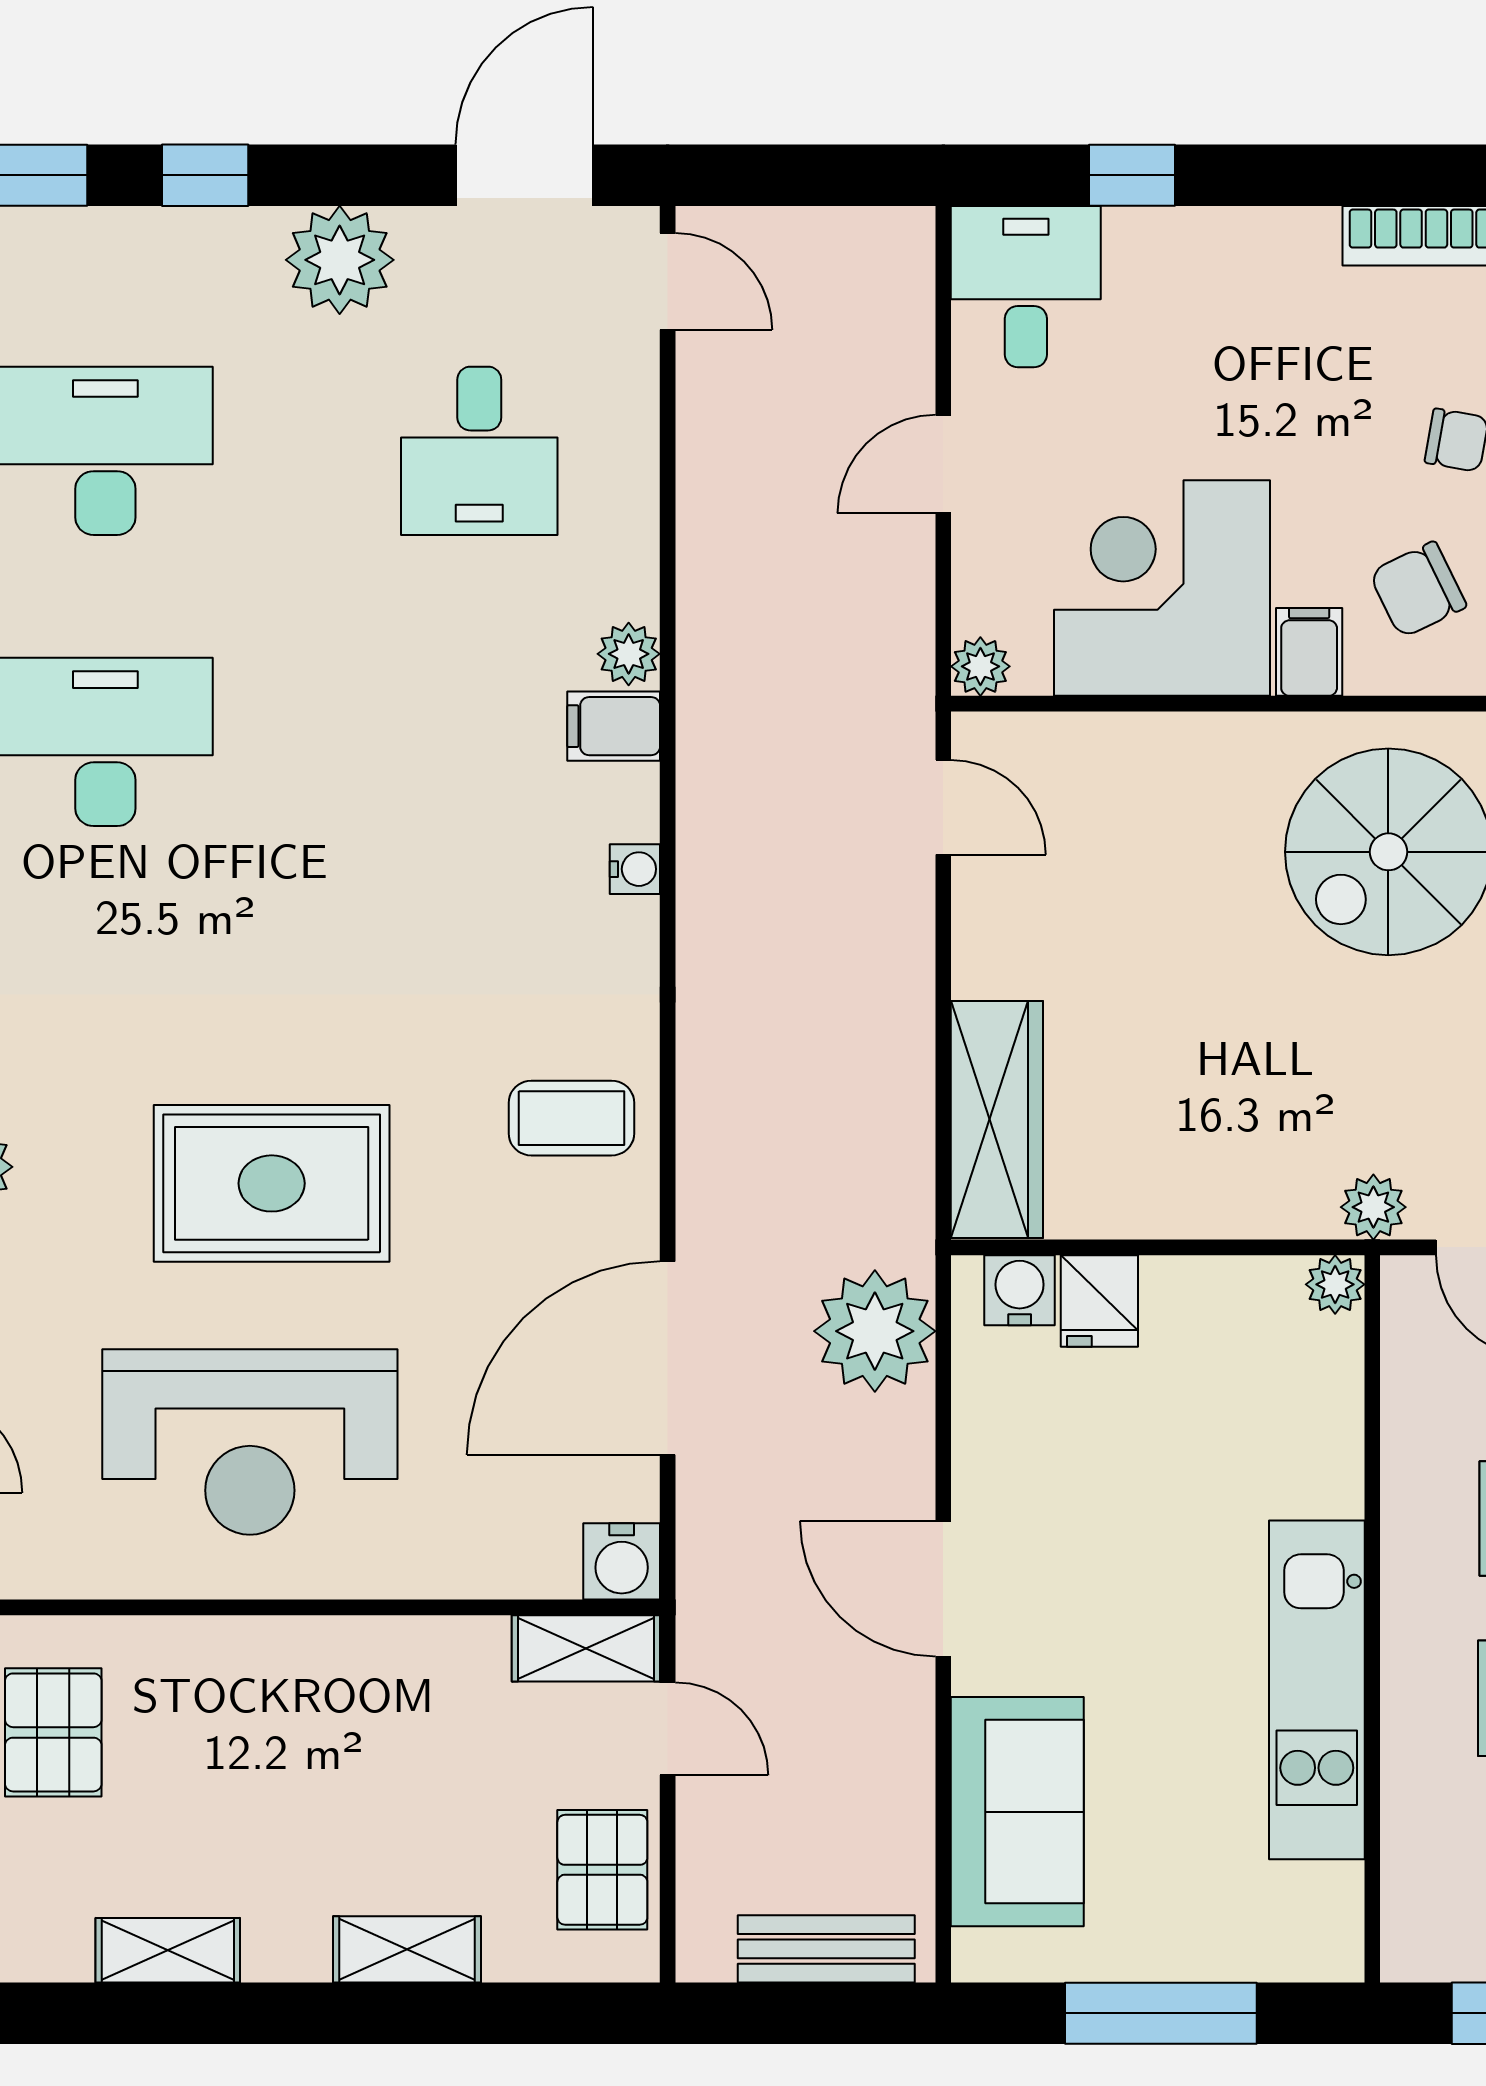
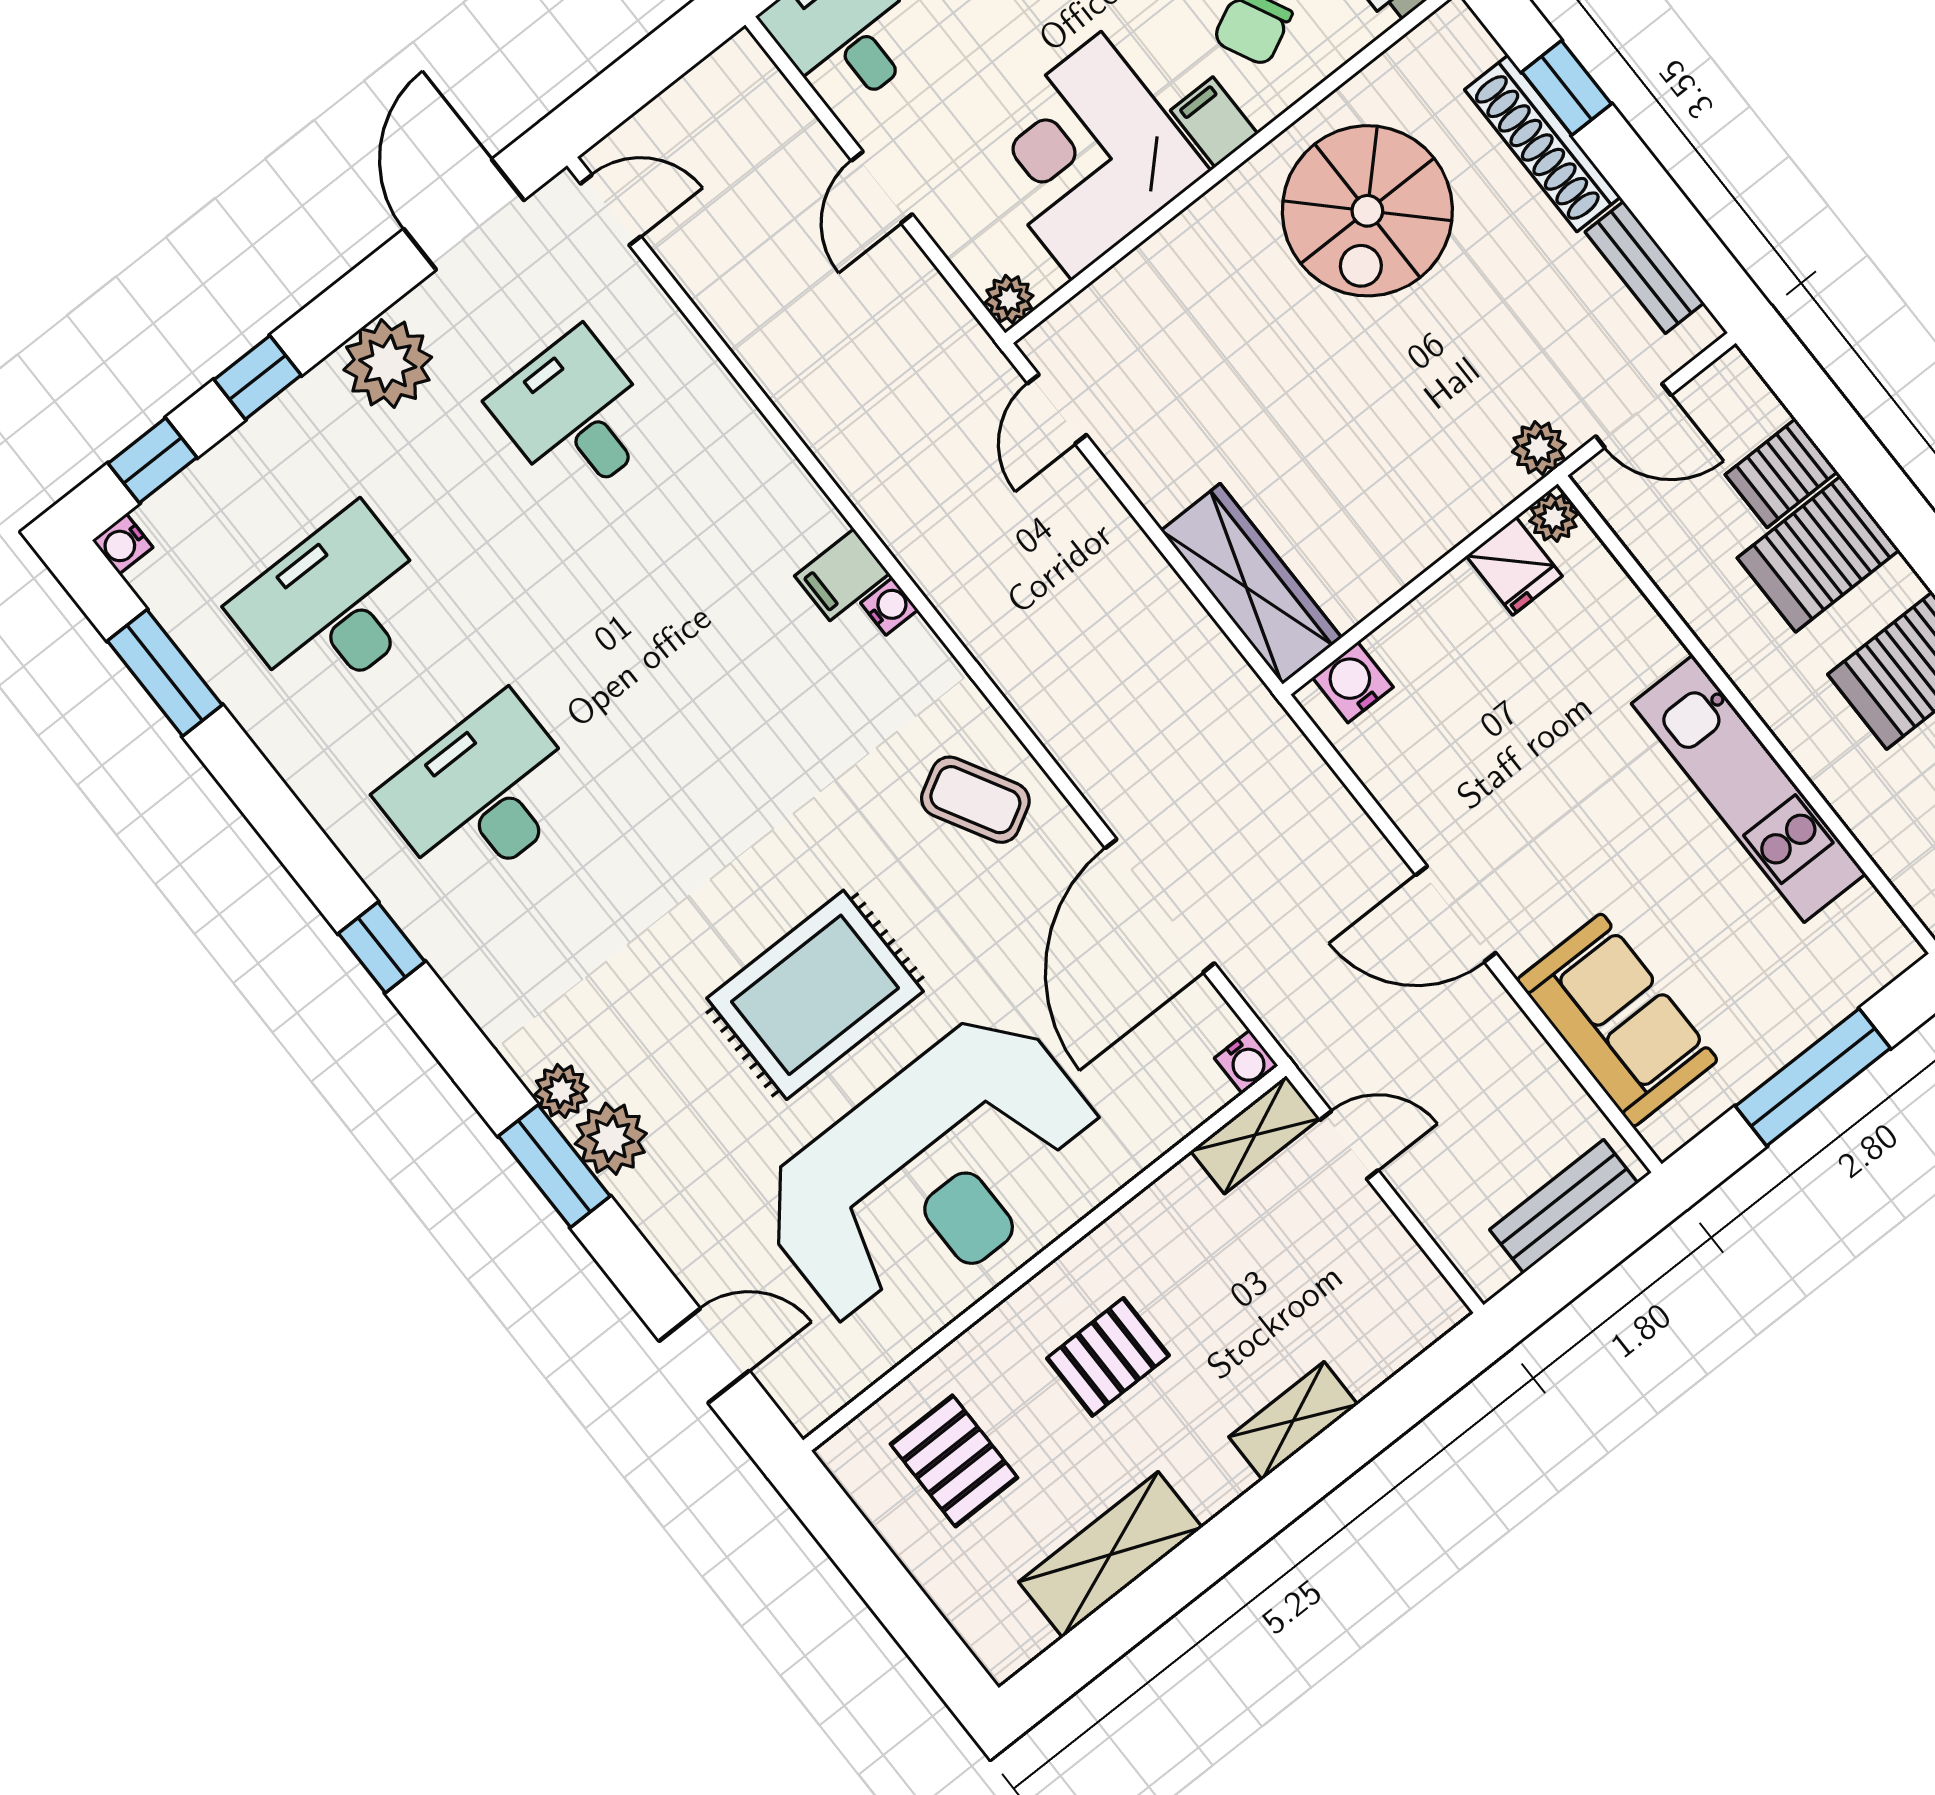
desk: (479, 451) -> (575, 416), turned 180
plant: (629, 654) -> (776, 471), removed
filing cabinet: (614, 726) -> (842, 575), moved
door: (943, 807) -> (1057, 409), swing flipped
coffee table: (571, 1118) -> (975, 800), turned 61
fridge: (1099, 1301) -> (1514, 566), moved
plant: (875, 1331) -> (1280, 782), removed
reception desk: (250, 1442) -> (933, 1173), width x1.36, depth x1.30
water cooler: (622, 1561) -> (1246, 1062), width x0.72, depth x0.72
pallet: (602, 1870) -> (1108, 1357), moved, turned 90
shelving: (168, 1950) -> (1110, 1555), width x1.50, depth x1.33

